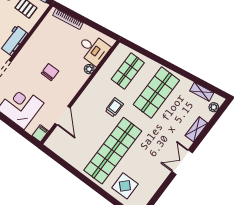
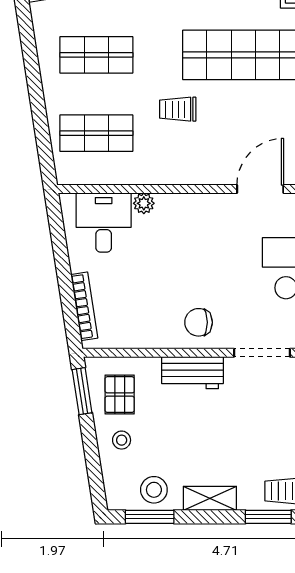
chair: (50, 72) -> (199, 322), moved
shop shelf: (156, 92) -> (96, 55), width x0.70, depth x0.74

